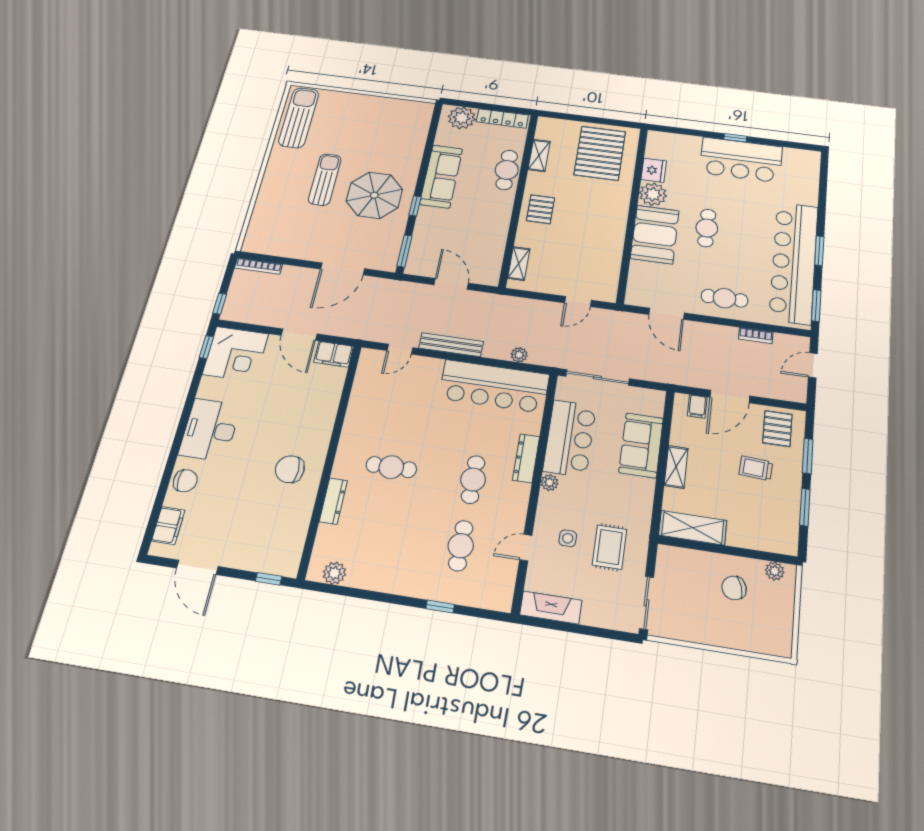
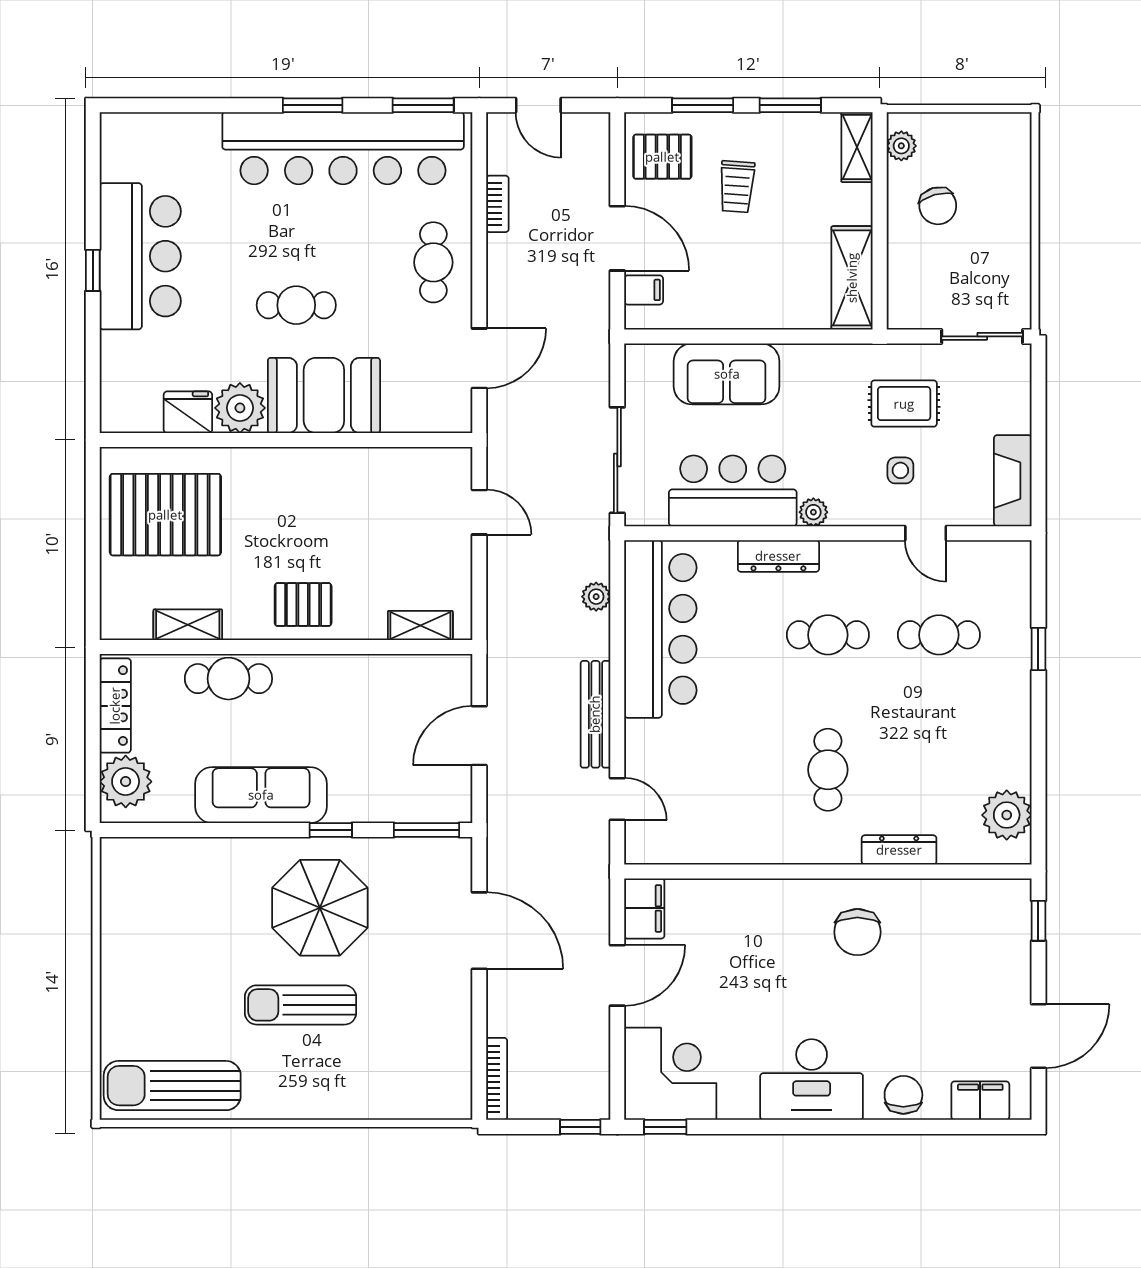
shelving: (676, 467) -> (857, 147), moved, turned 90
plant: (334, 573) -> (1007, 815), width x1.36, depth x1.36

